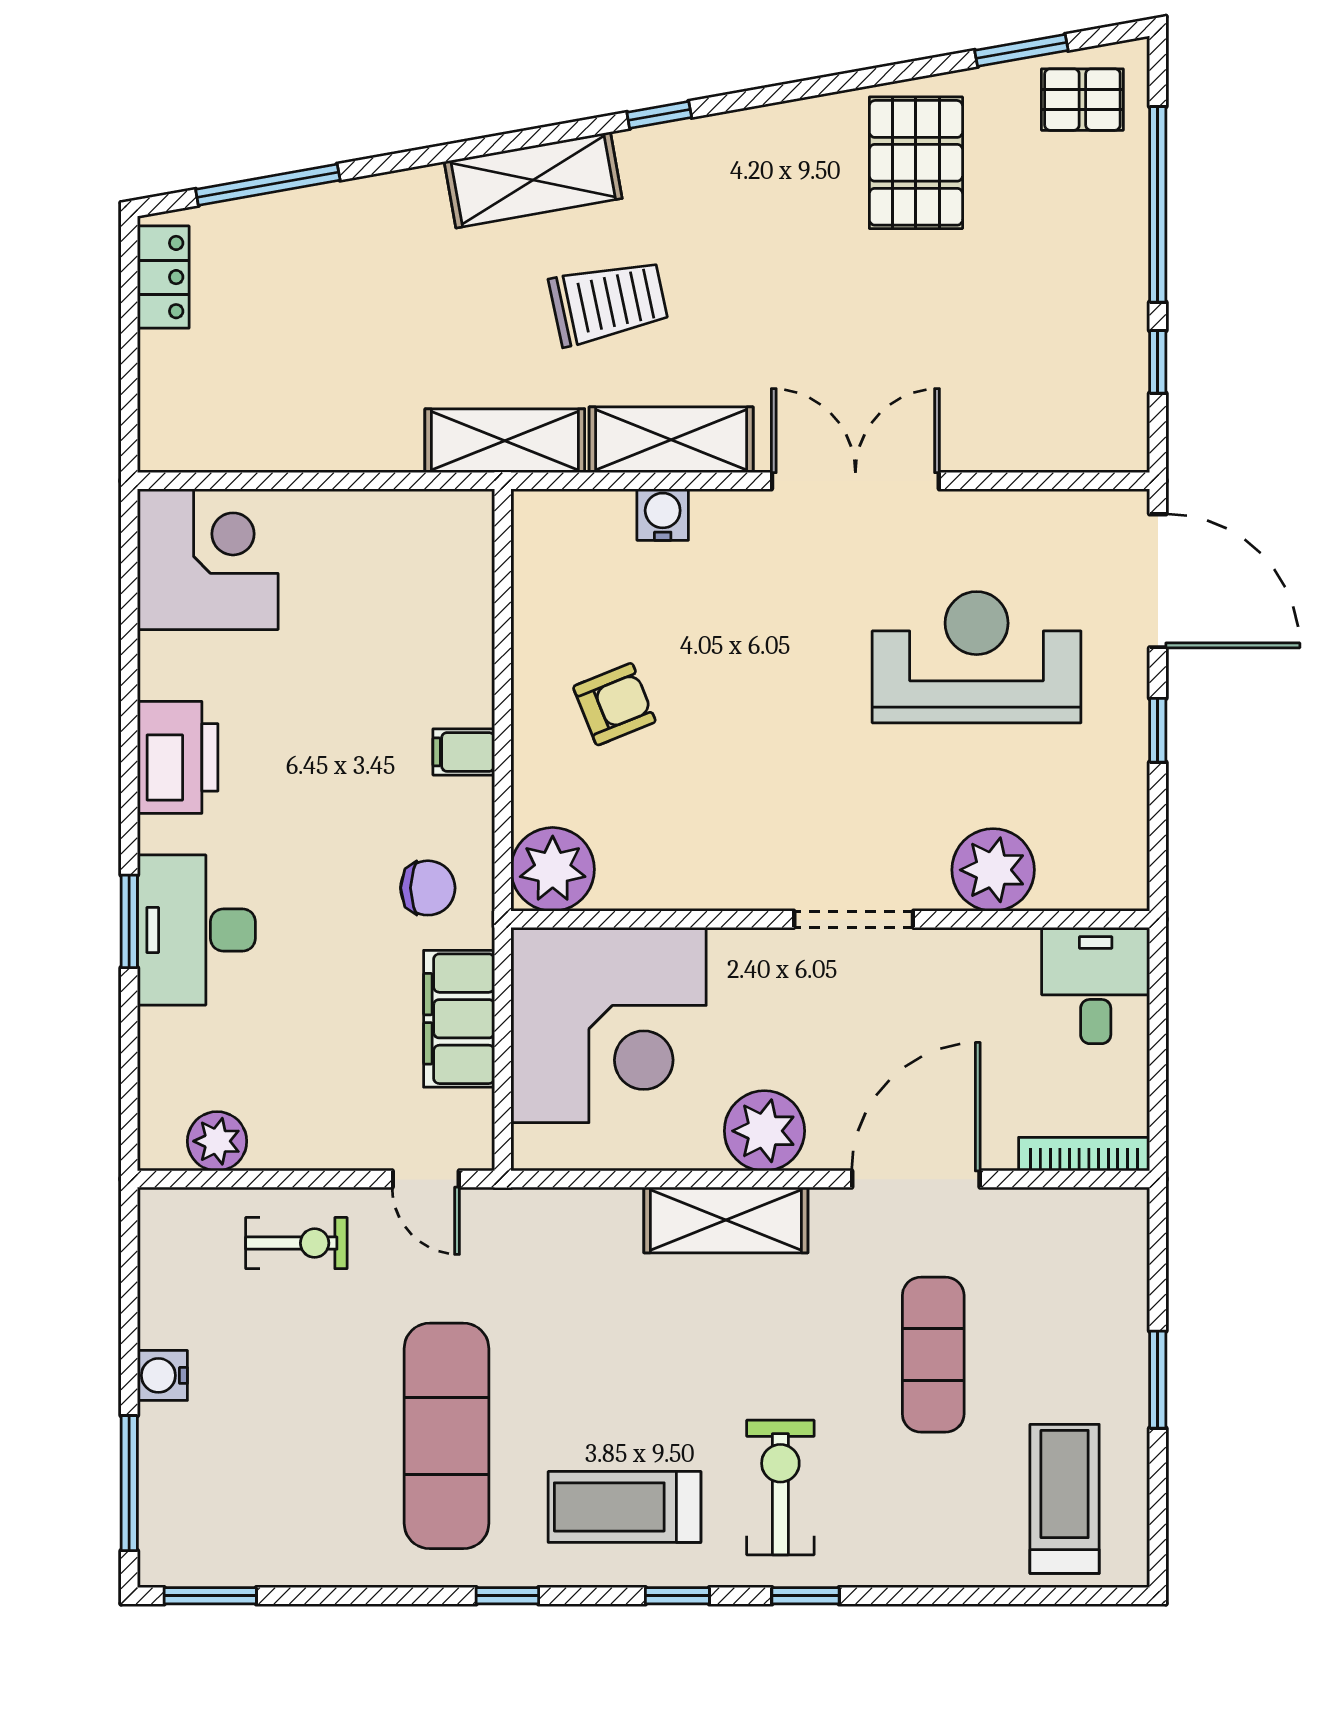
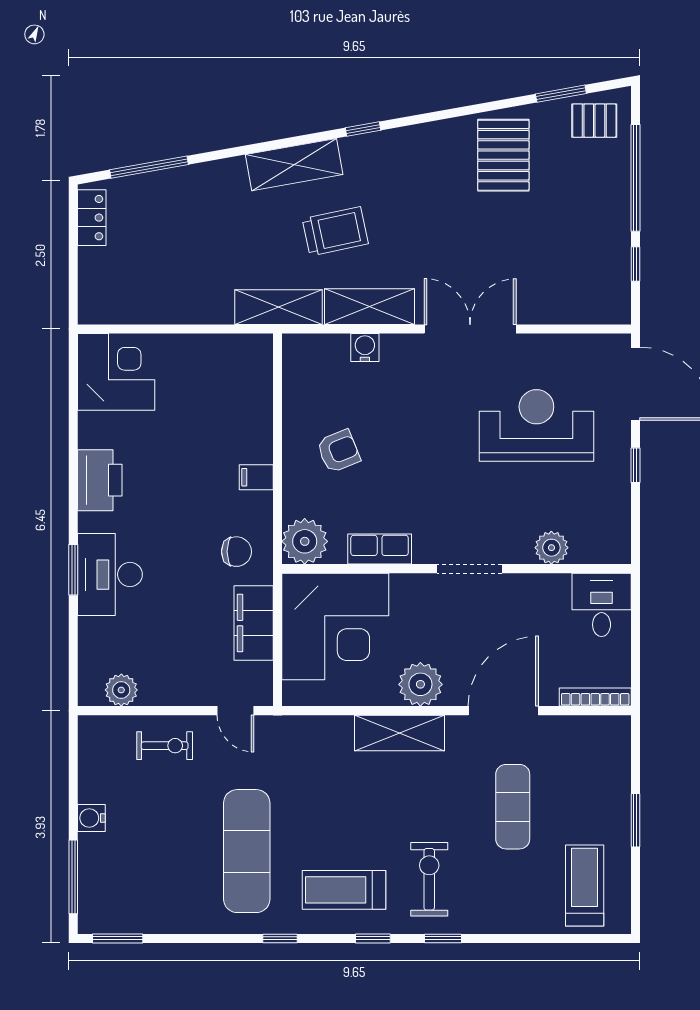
plant: (993, 870) -> (551, 548), width x0.73, depth x0.73
row of seats: (690, 883) -> (380, 549), added

